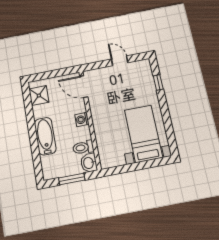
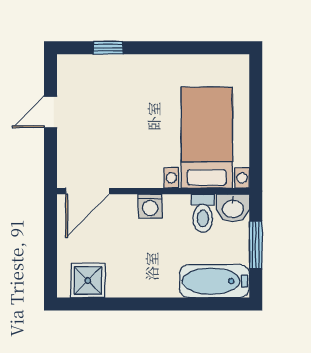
bed with nightstands: (143, 134) -> (207, 138), moved, turned 90
bathtub: (45, 136) -> (214, 281), moved

